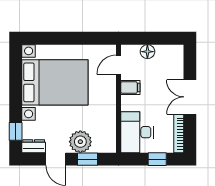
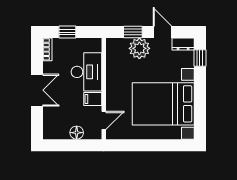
desk: (137, 132) -> (86, 72), moved
bookcase: (179, 134) -> (47, 49), width x0.64

